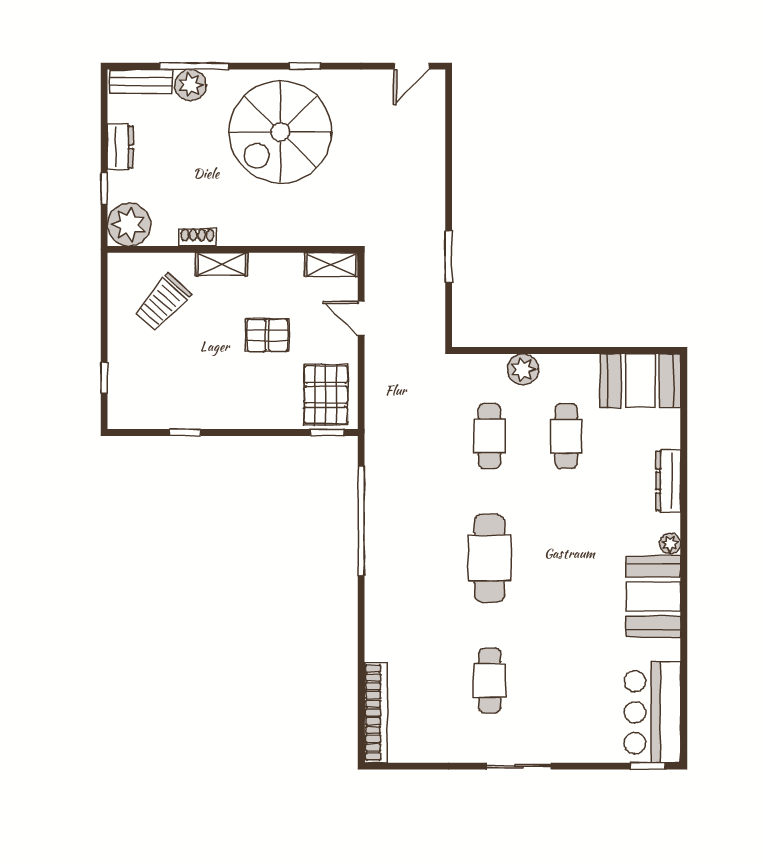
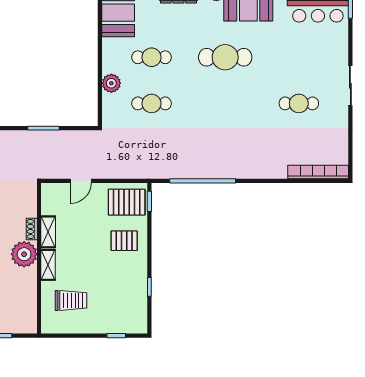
plant: (129, 225) -> (24, 254), moved
shoe rack: (197, 237) -> (32, 229), moved
shelving: (331, 265) -> (48, 232), moved
trolley: (163, 302) -> (71, 300), turned -42
pallet: (267, 335) -> (124, 241), moved, turned 90
cafe table: (490, 558) -> (225, 57), moved

